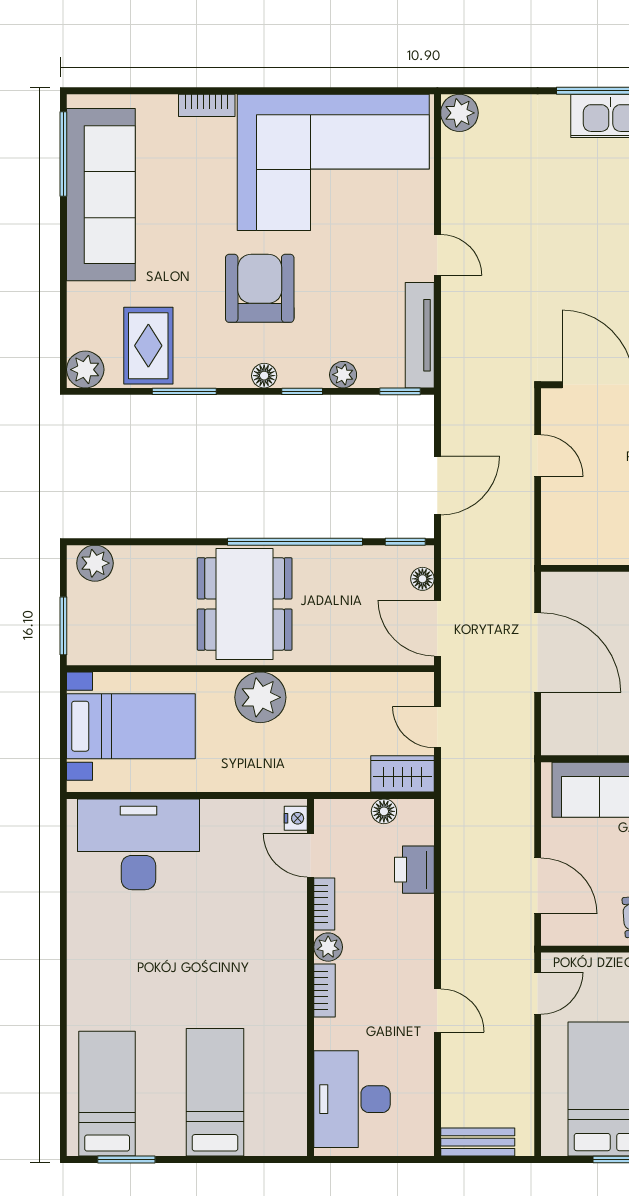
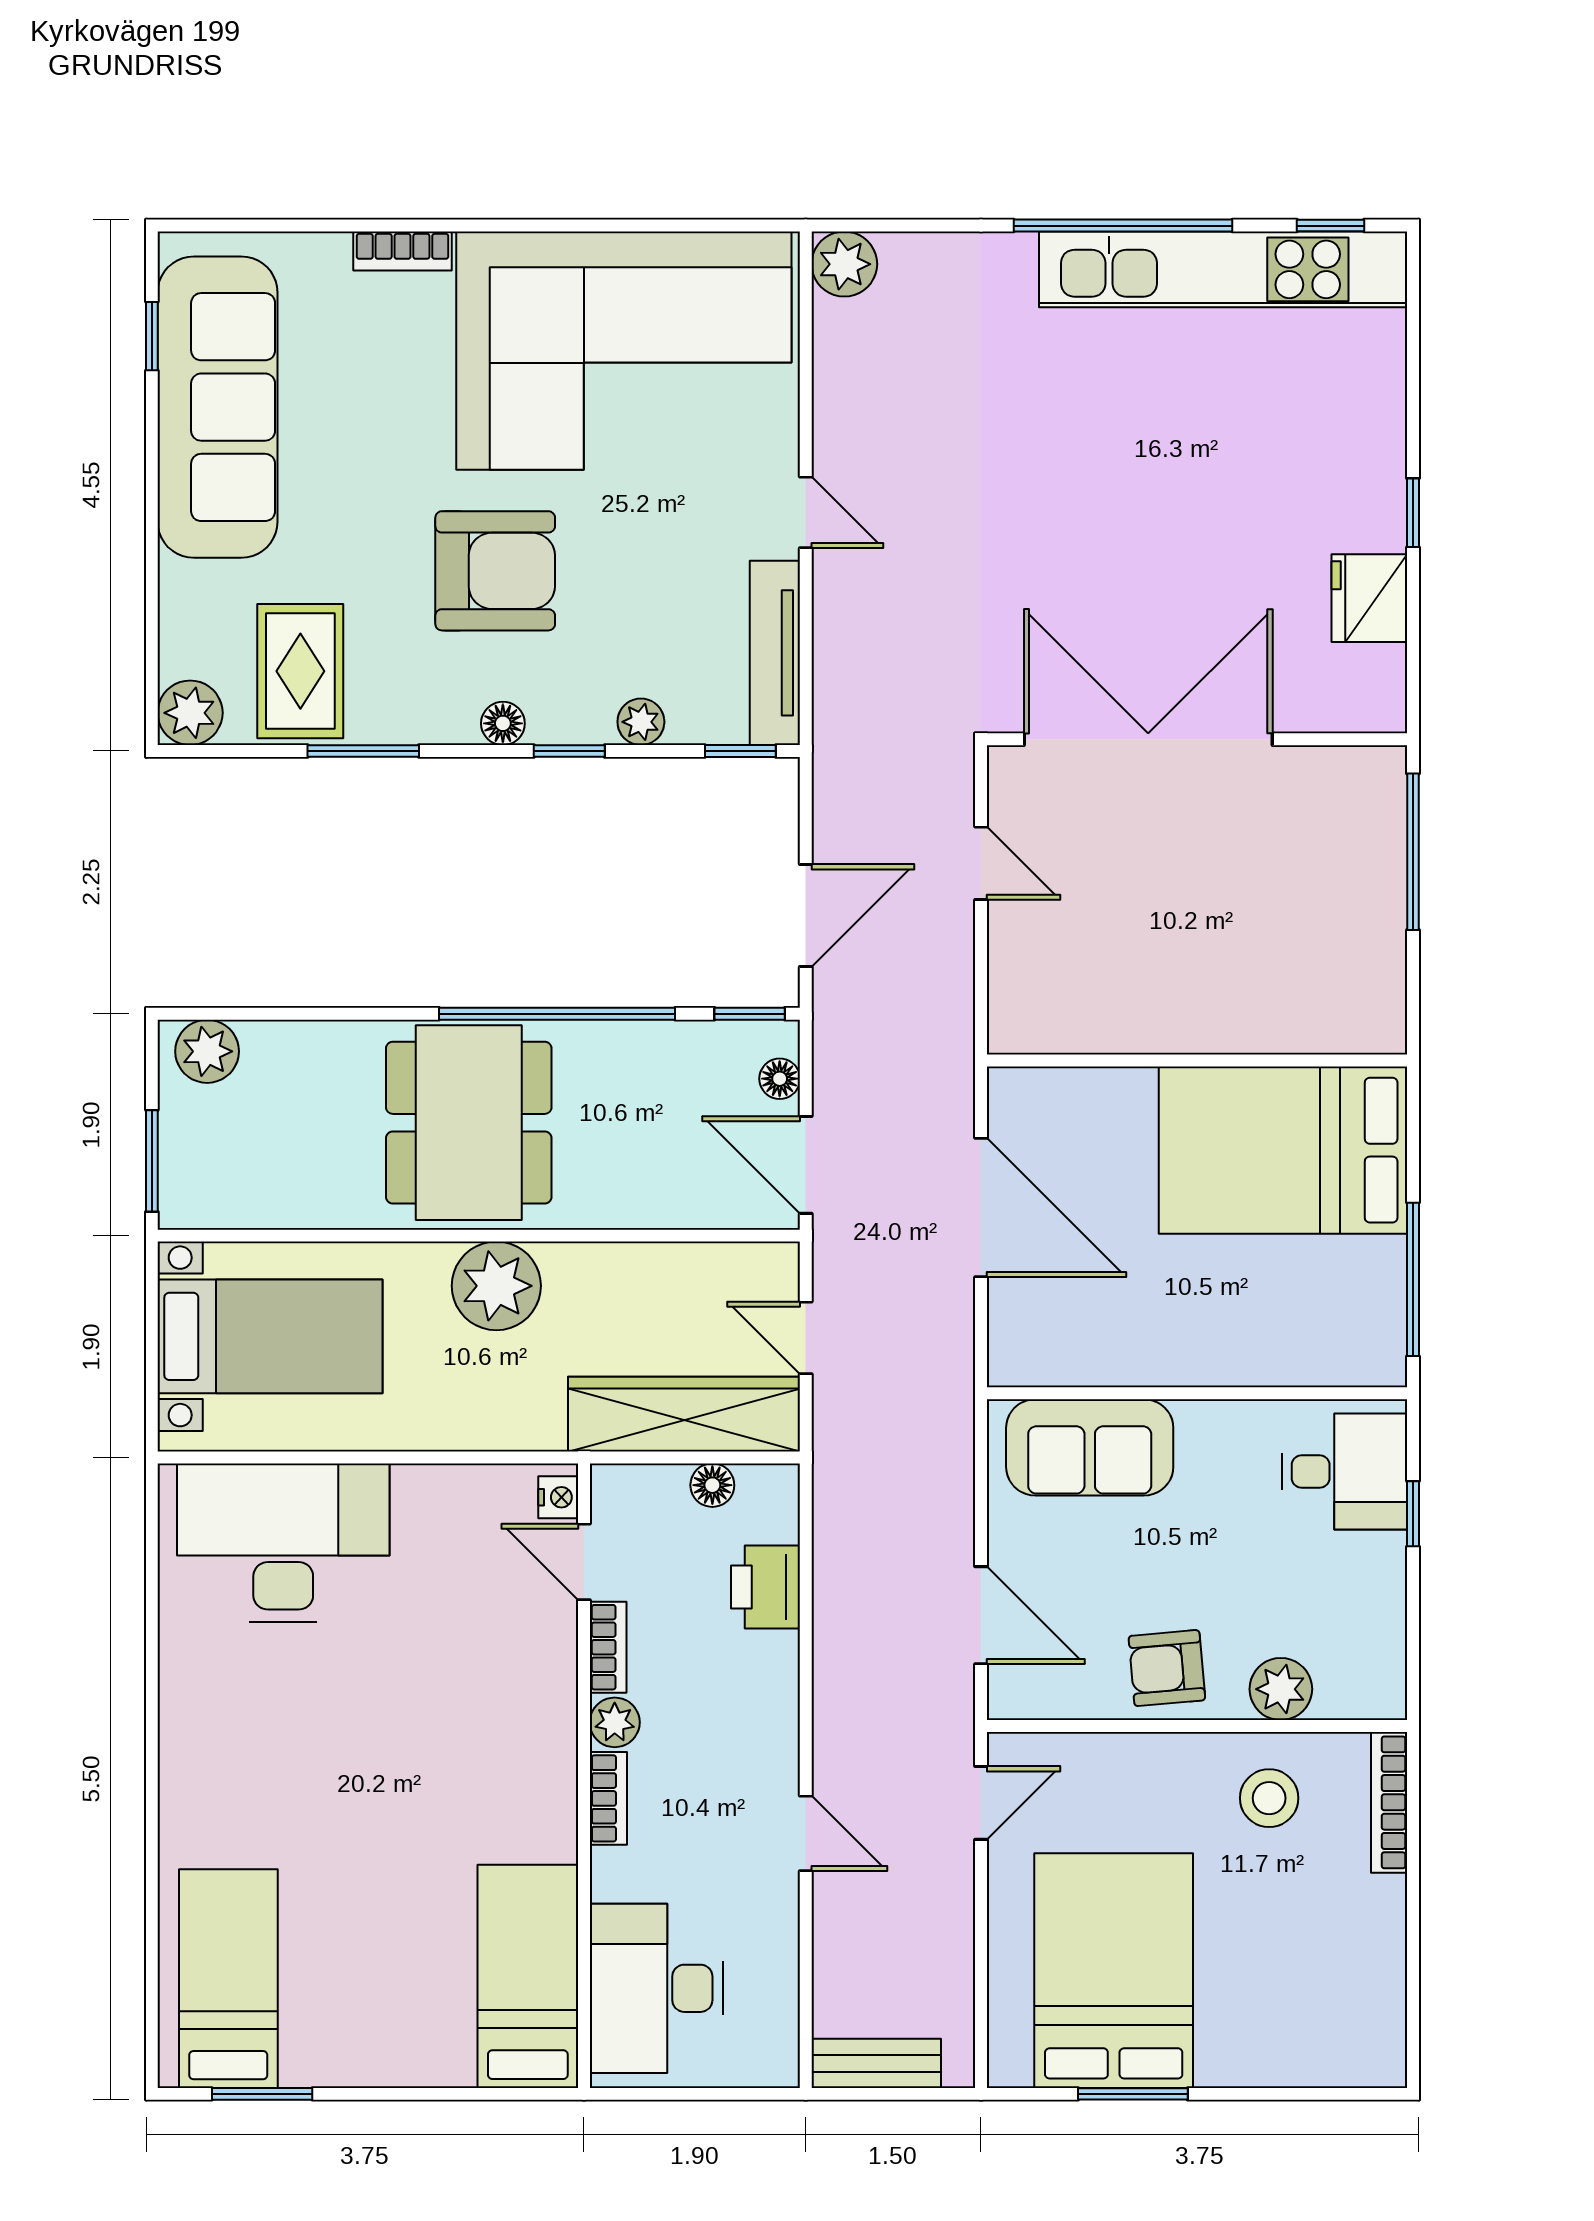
window: (63, 154) -> (152, 336), width x0.46
armchair: (260, 288) -> (495, 571), turned 90
wardrobe: (402, 774) -> (684, 1414), width x2.10, depth x1.17
bed: (215, 1092) -> (528, 1976), moved

